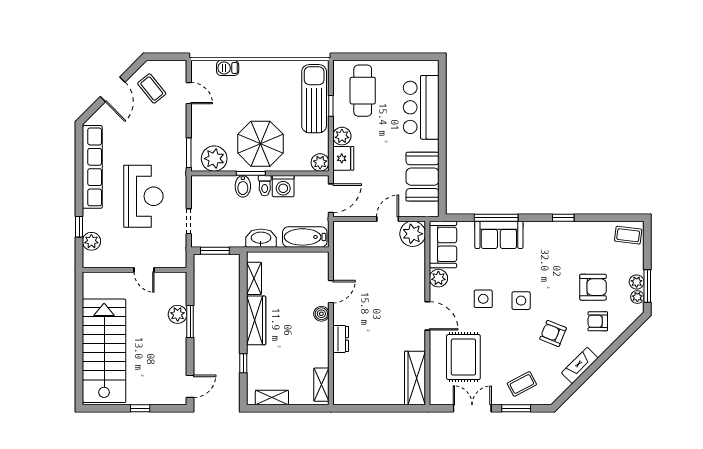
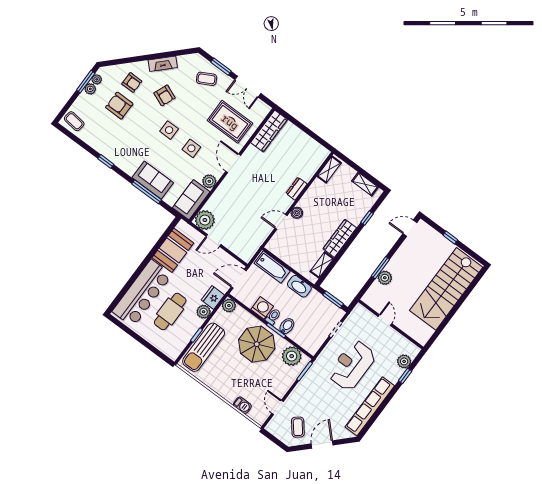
cafe table: (363, 91) -> (170, 311), moved
bar counter: (421, 107) -> (142, 293), width x1.36
rug: (463, 357) -> (230, 122), turned 90

